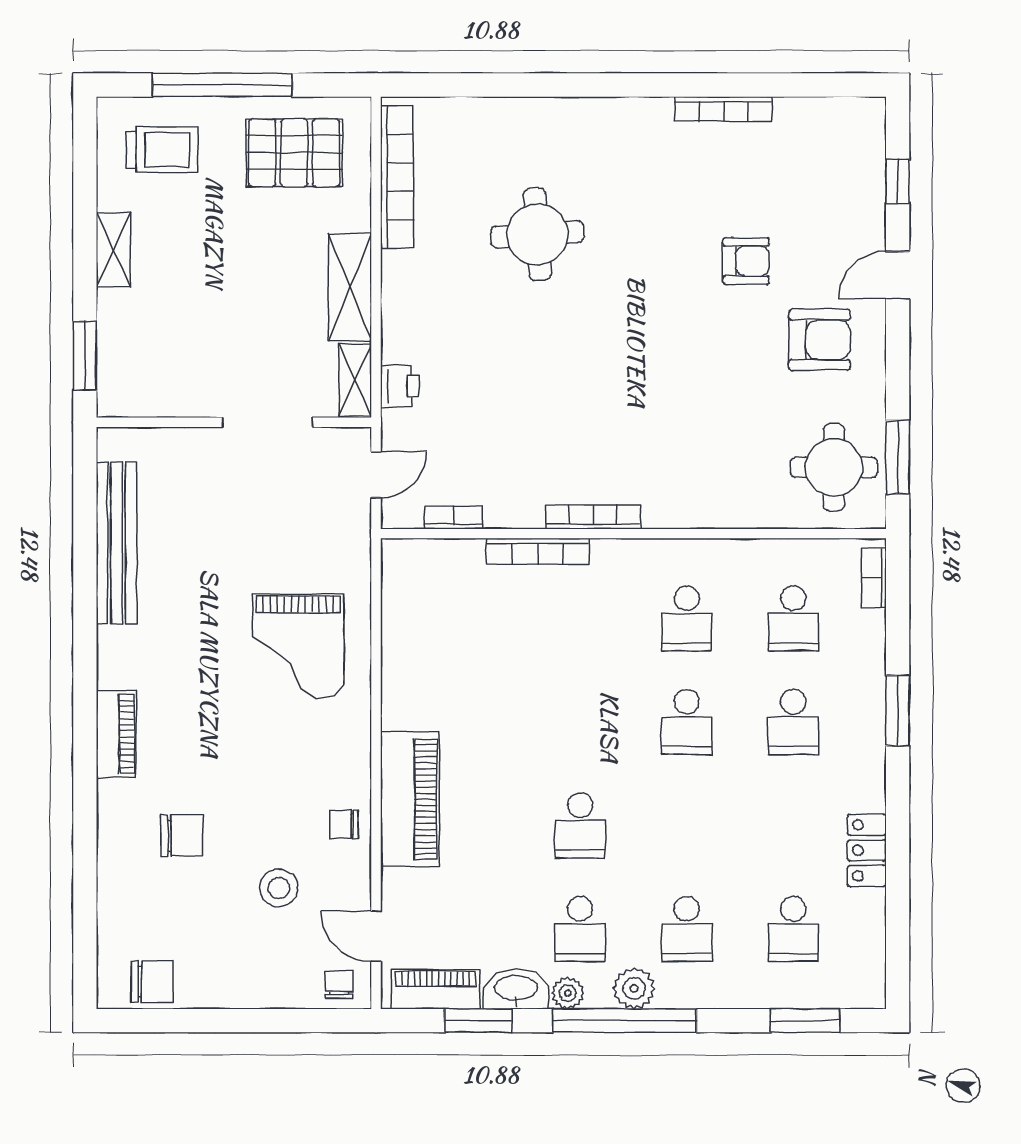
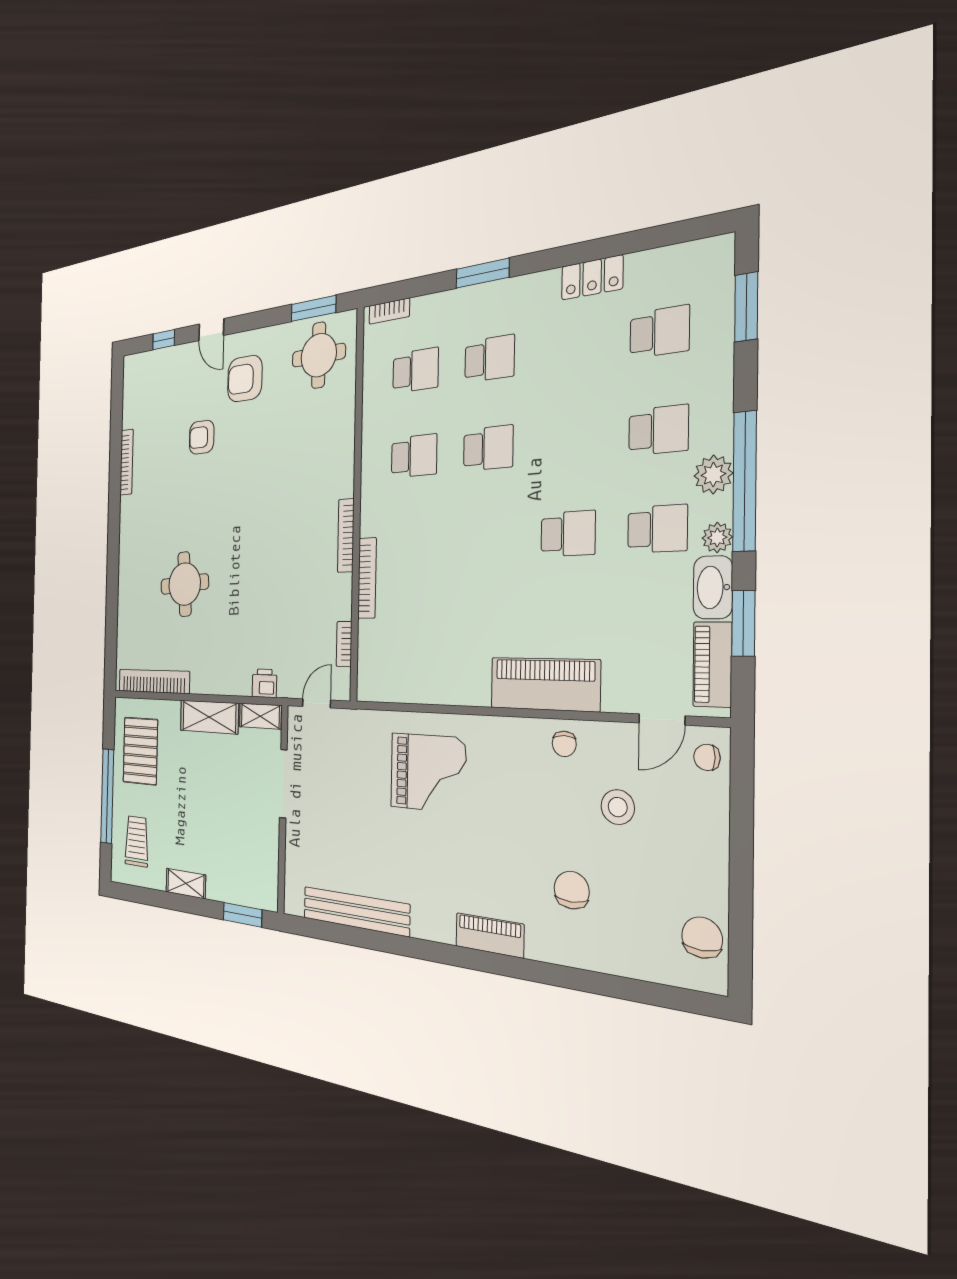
armchair: (746, 261) -> (202, 437), turned -90
armchair: (819, 340) -> (245, 379), turned -90
door: (376, 475) -> (316, 703), hinge flipped

